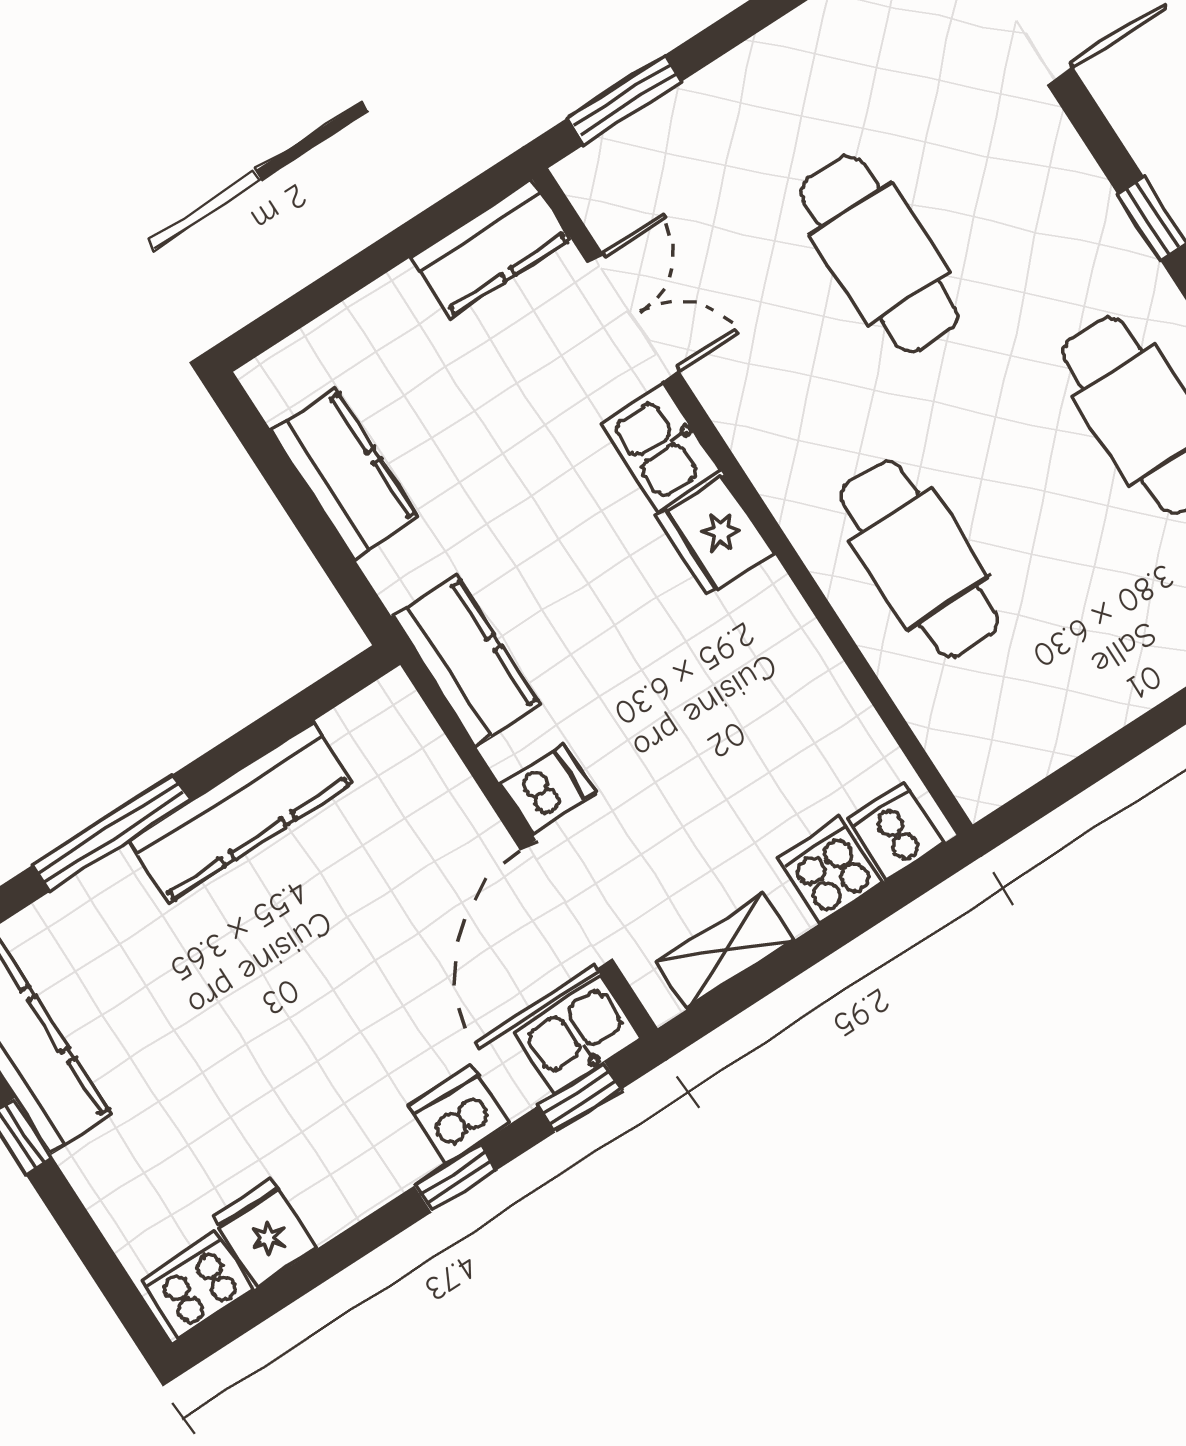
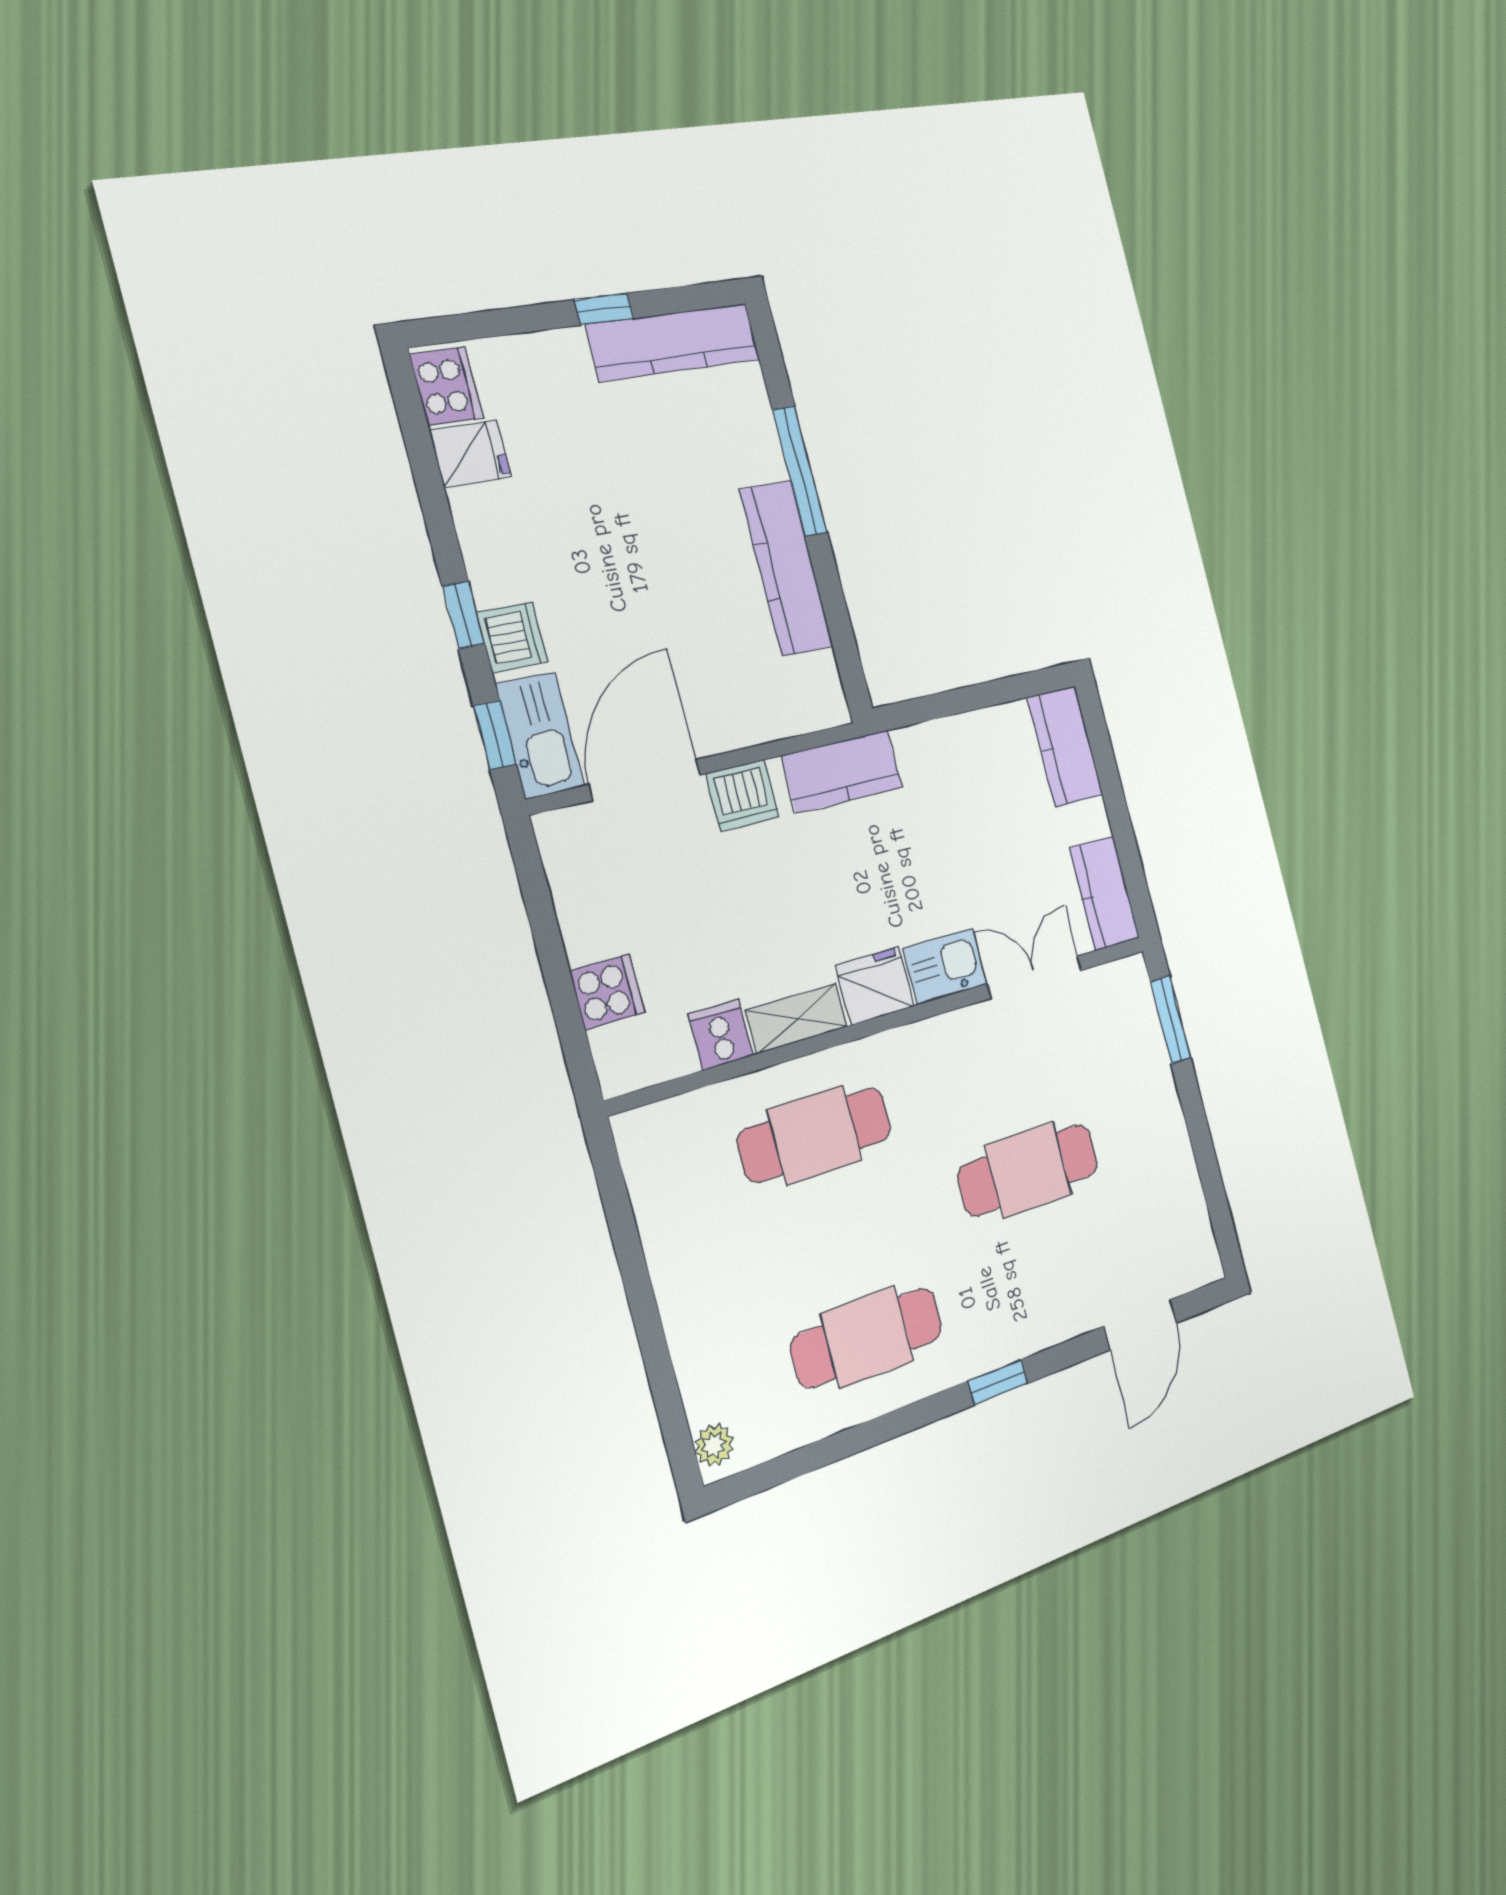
double door: (633, 317) -> (1035, 977), swing flipped
kitchen counter: (345, 474) -> (1065, 746), moved, turned 90
dishwasher: (548, 789) -> (743, 795), width x1.38
cooker: (896, 831) -> (721, 1035), moved, turned -90
door: (567, 905) -> (645, 780), hinge flipped
shelving: (725, 951) -> (797, 1018), moved, turned 90
kitchen sink: (577, 1035) -> (540, 735), width x1.38

